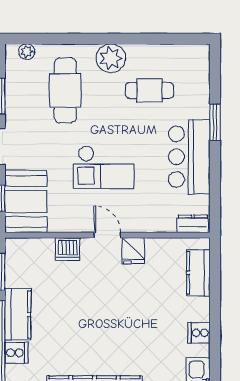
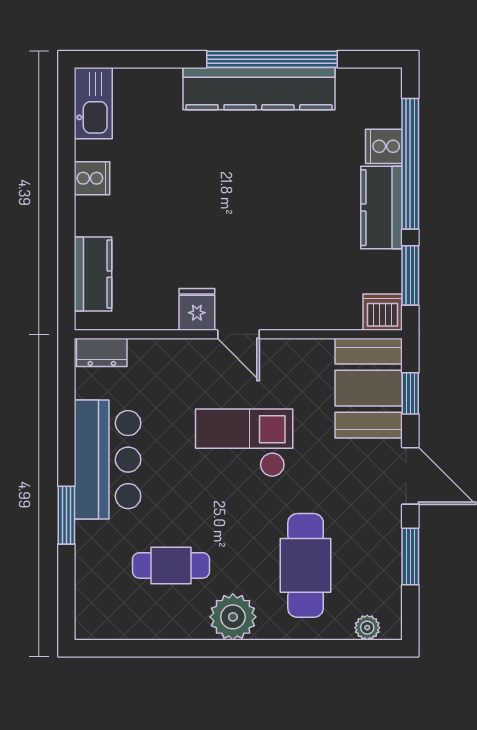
dishwasher: (68, 249) -> (383, 312), moved

